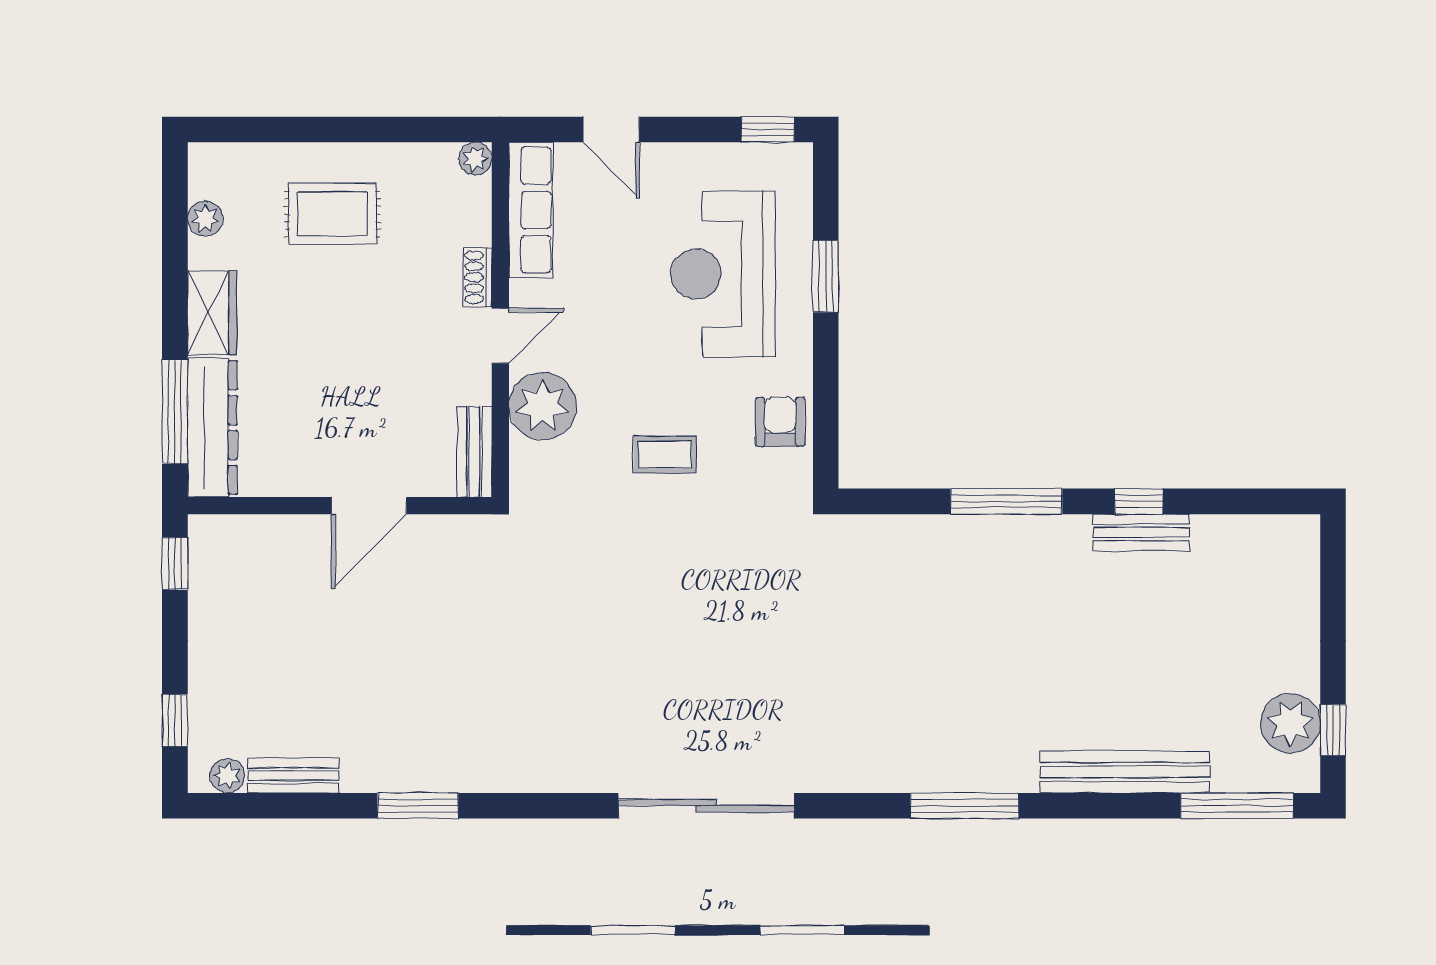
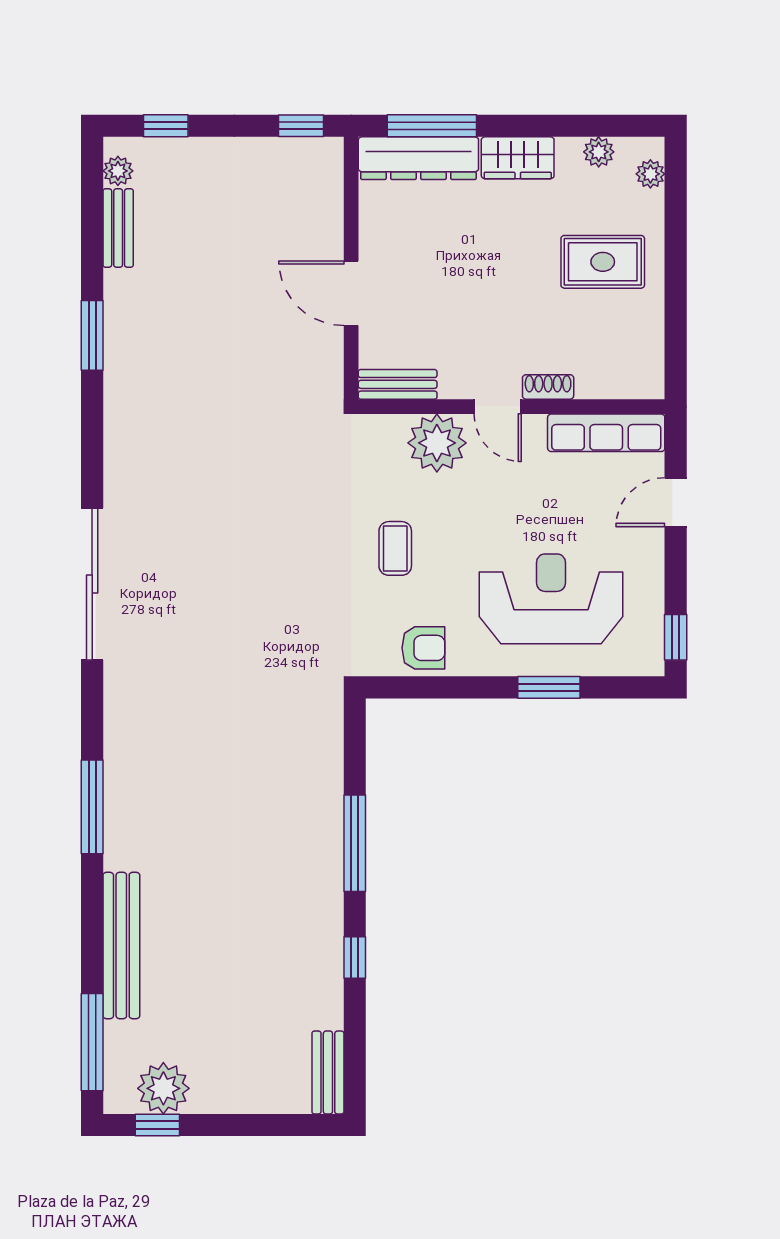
plant: (475, 159) -> (650, 174), moved
rug: (333, 214) -> (603, 262), turned 90
bench: (1141, 532) -> (328, 1073), moved

